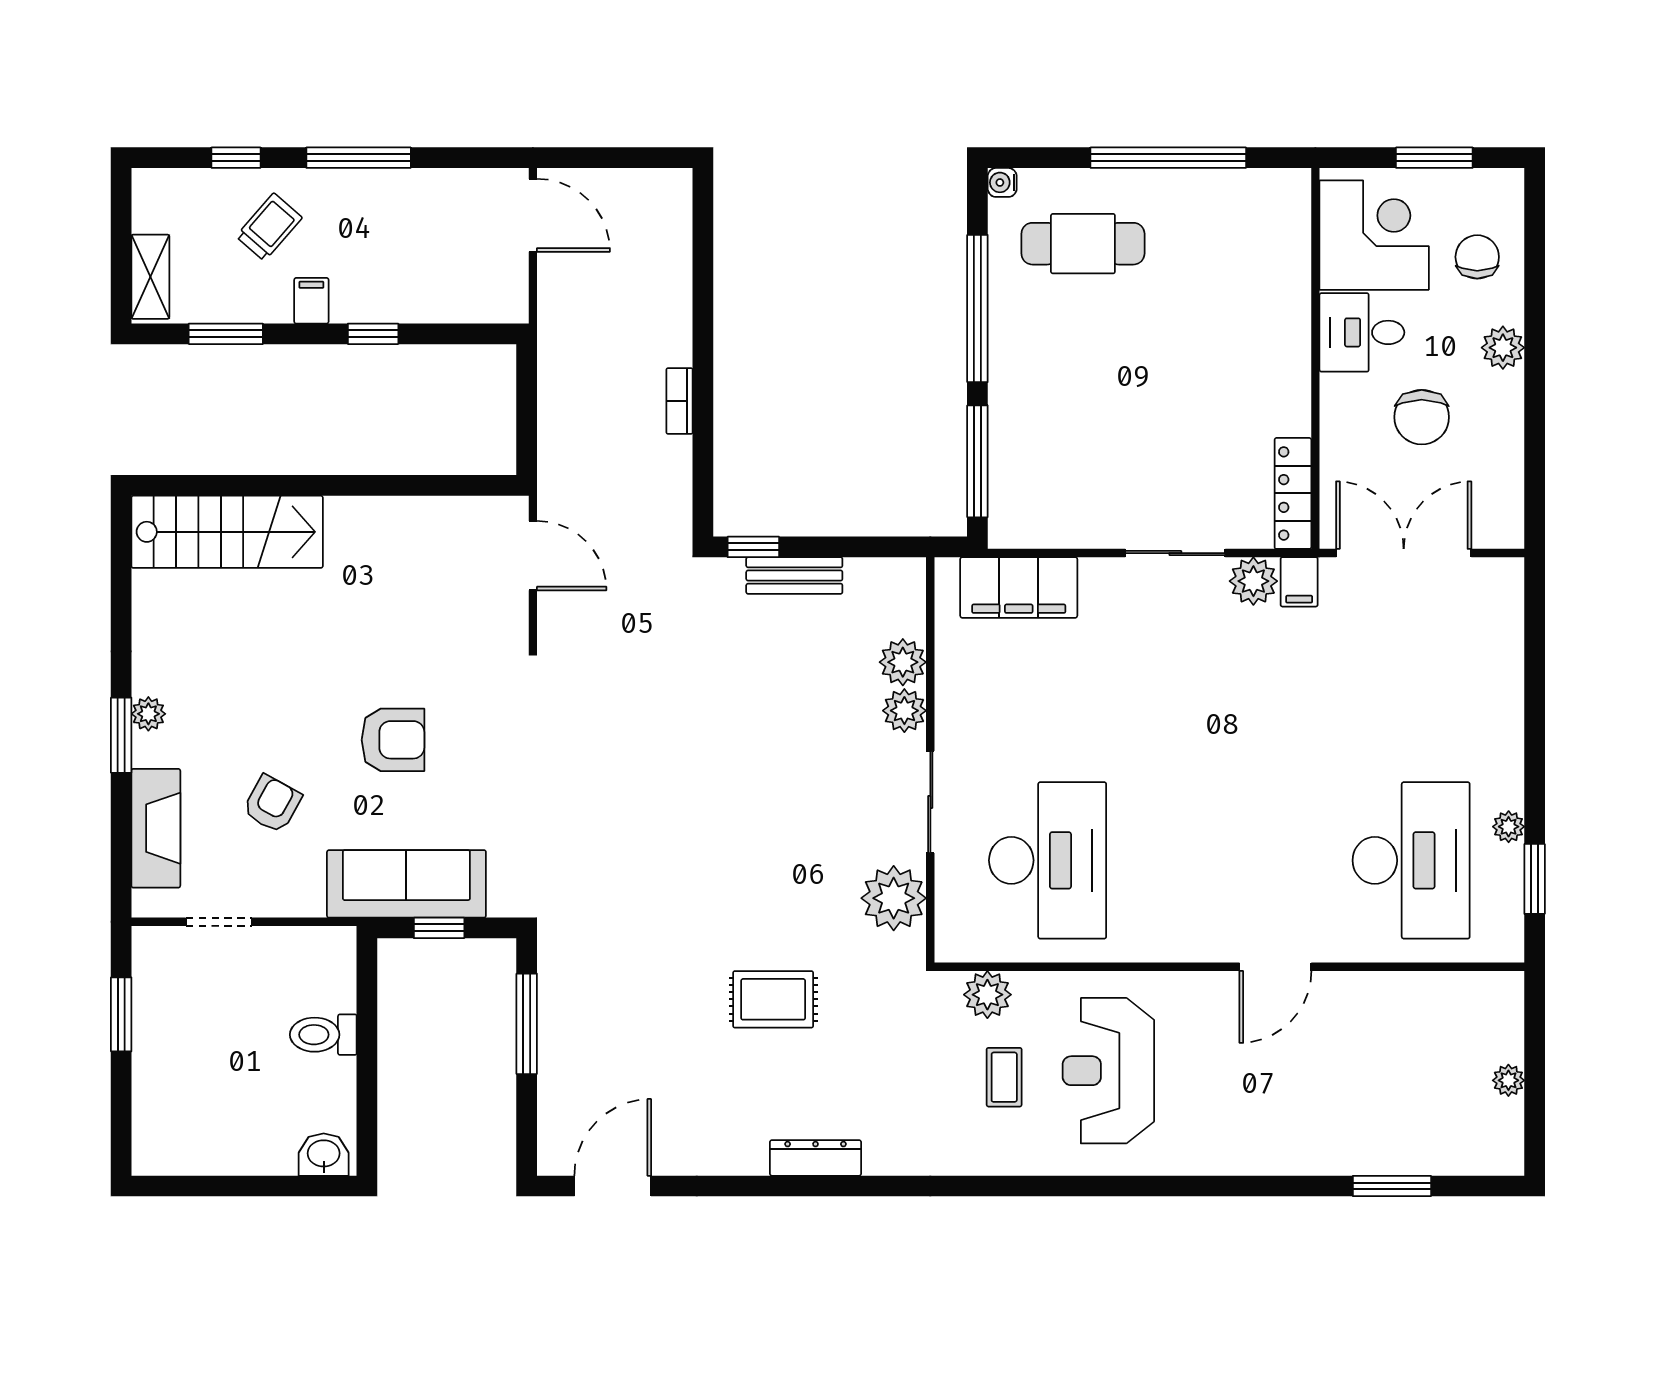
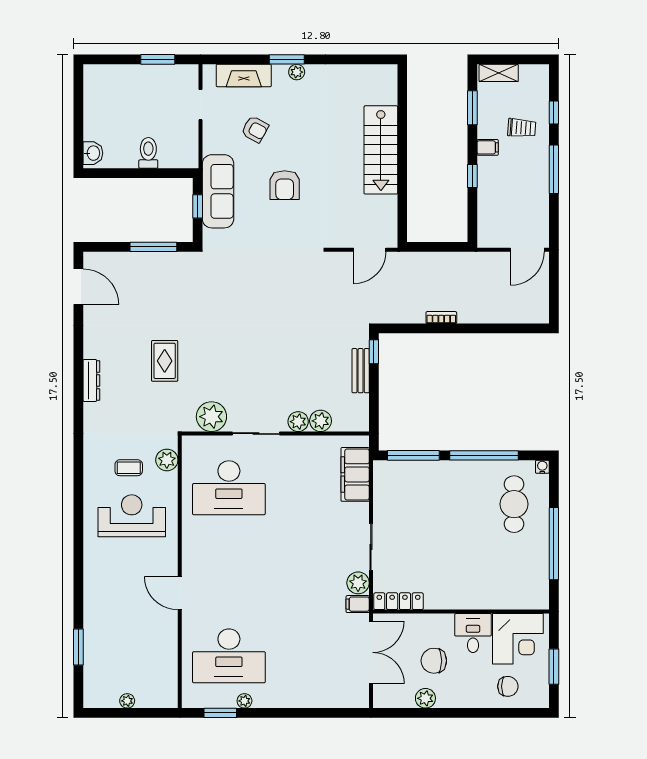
trolley: (269, 227) -> (522, 128), turned -37
plant: (1503, 348) -> (425, 698), moved
stairs: (227, 532) -> (381, 150), moved

